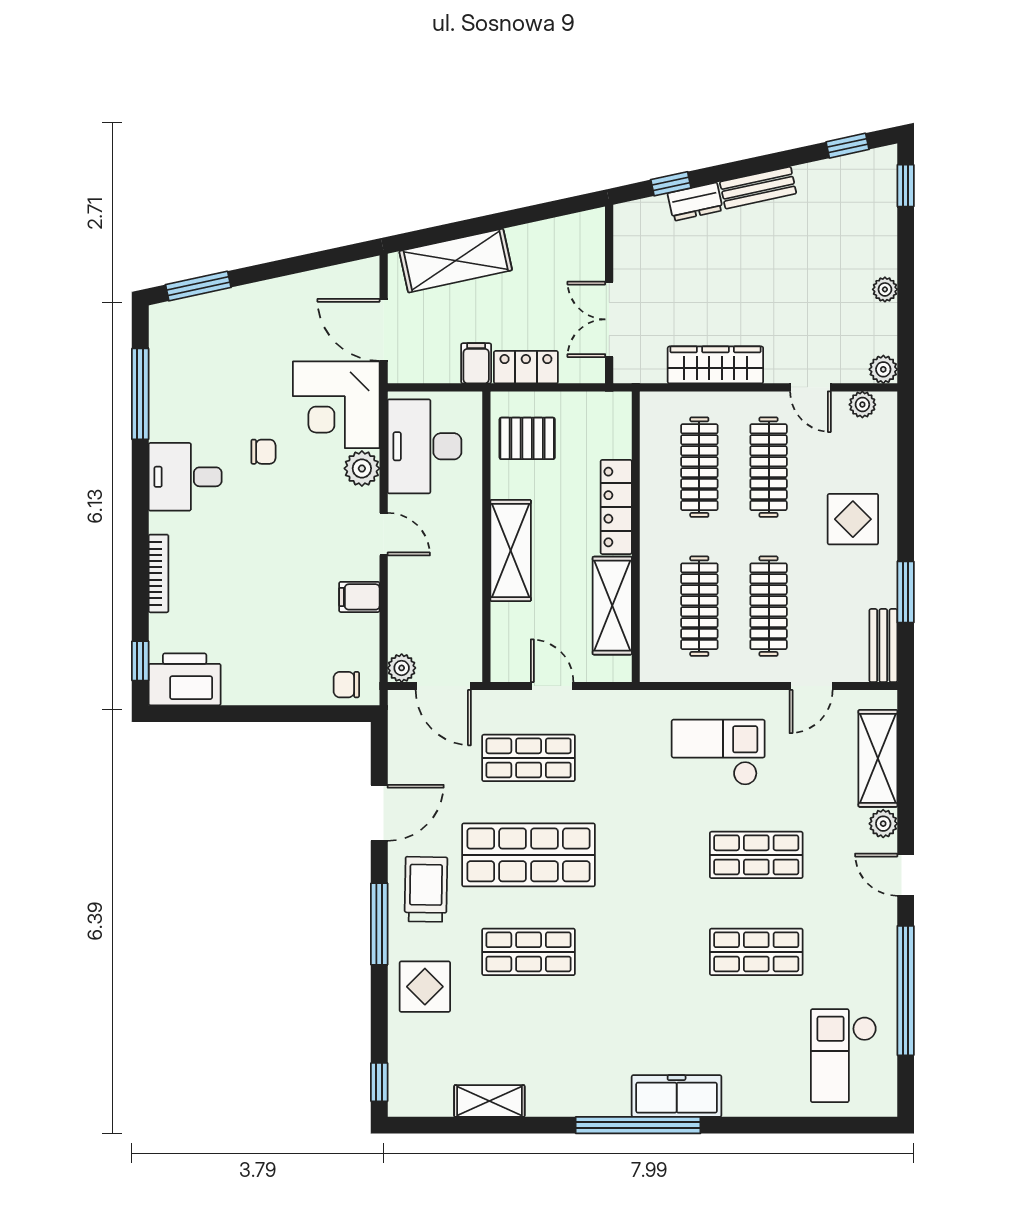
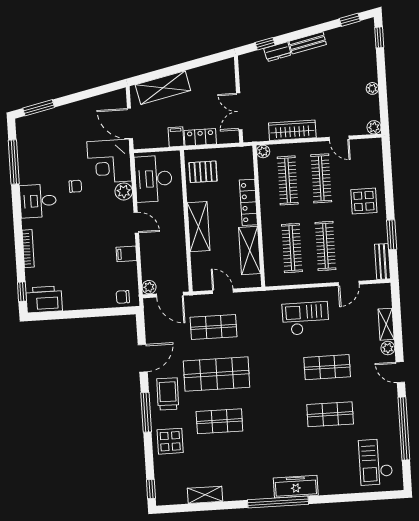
plant: (862, 405) -> (263, 151), moved
shelving: (878, 758) -> (386, 324), width x0.67, depth x0.75

